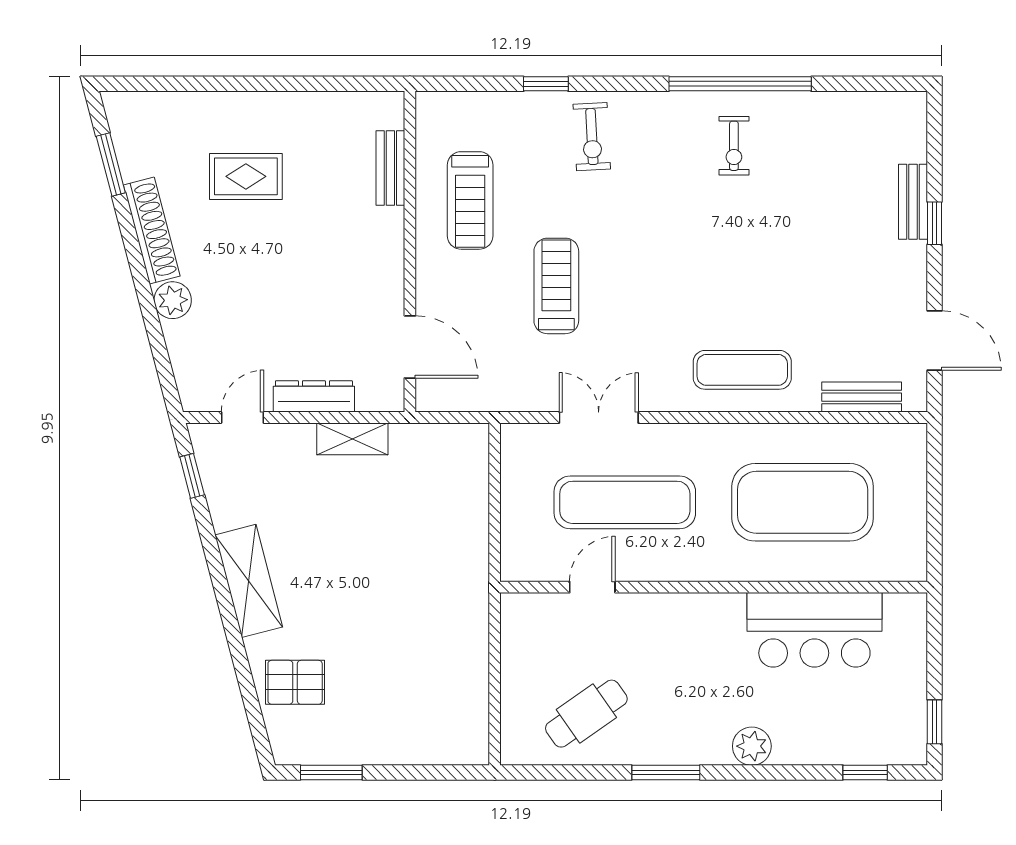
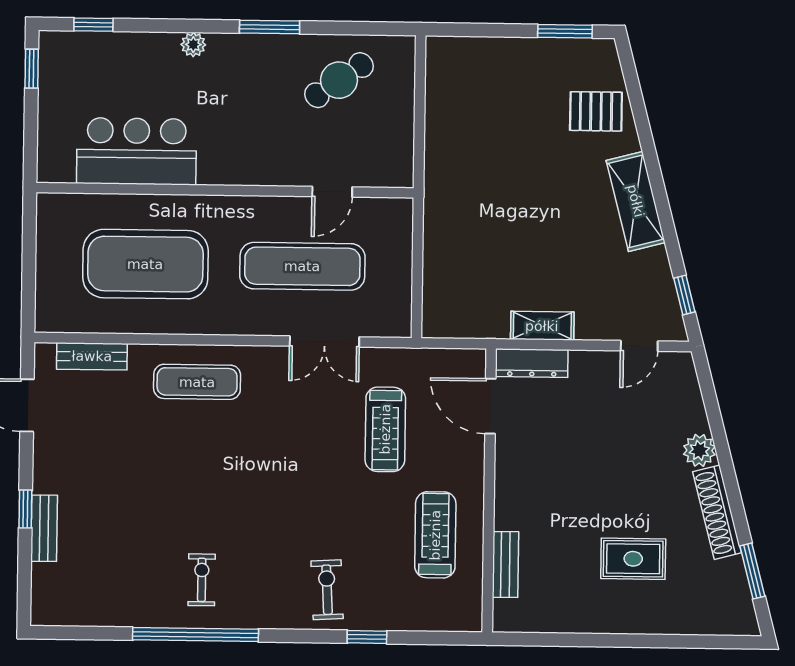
treadmill: (556, 286) -> (385, 429), moved
dresser: (314, 396) -> (532, 363), moved
plant: (752, 746) -> (193, 45), width x0.73, depth x0.73

